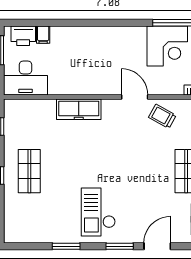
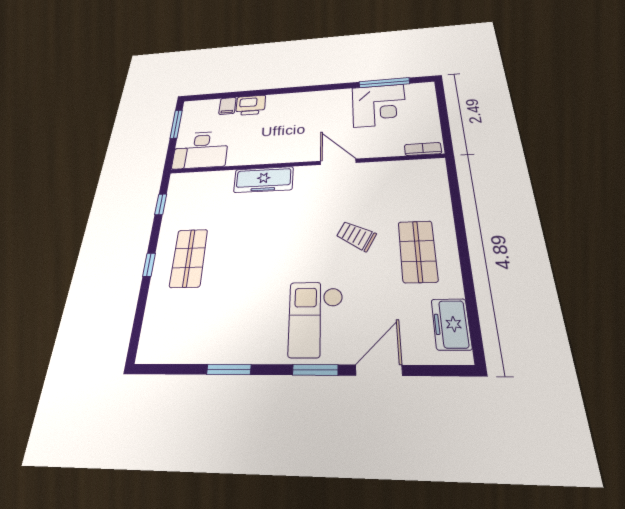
printer: (23, 36) -> (251, 105), moved
trolley: (162, 116) -> (356, 236), moved
checkout: (98, 212) -> (316, 319), moved

